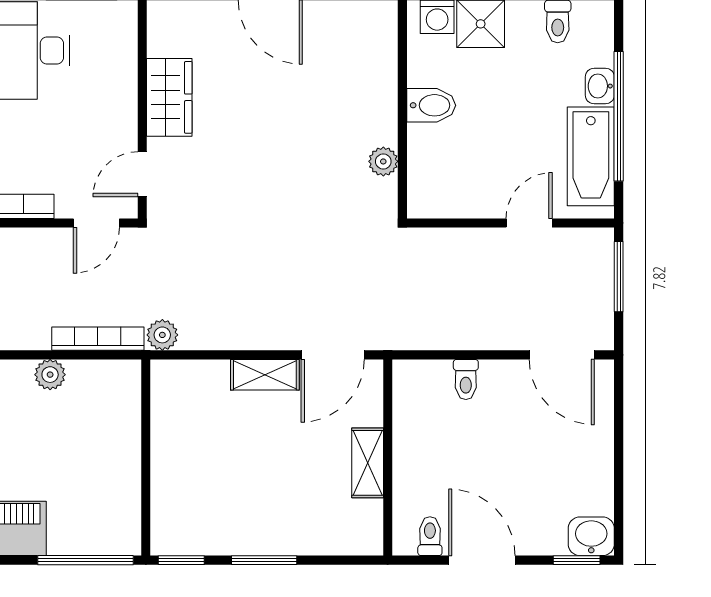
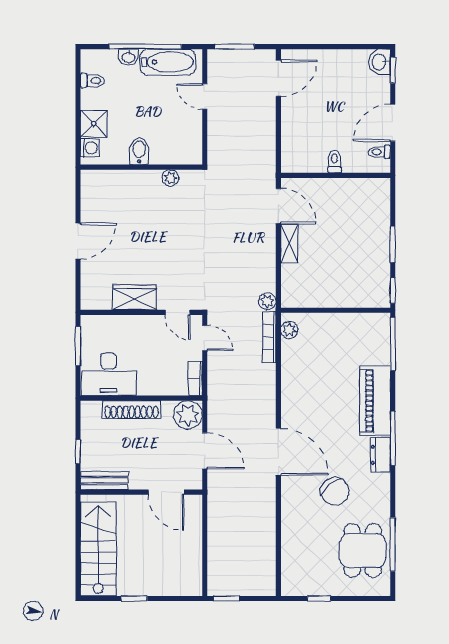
plant: (50, 375) -> (289, 330), moved
toilet: (466, 379) -> (334, 162), moved, turned -90
shelving: (368, 463) -> (339, 187), removed

